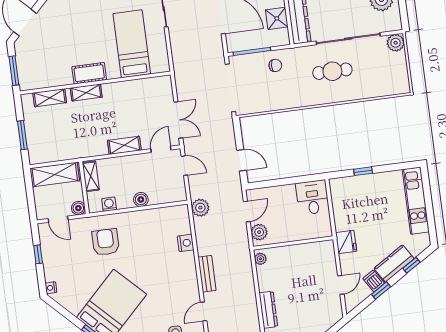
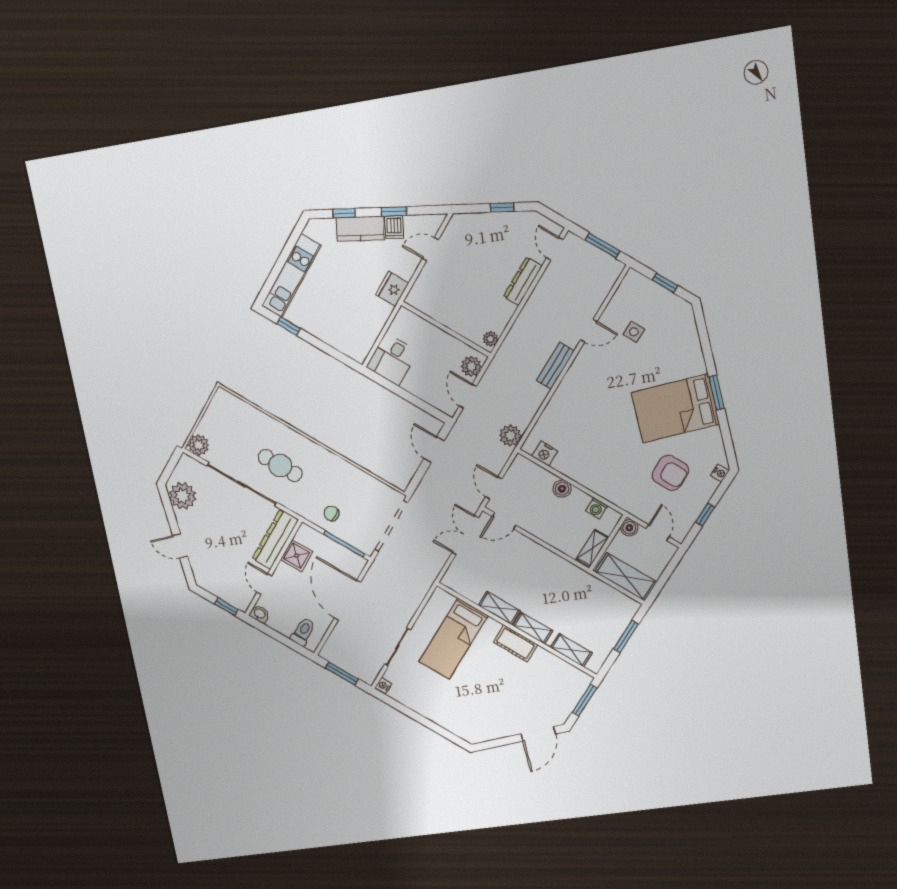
shelving: (124, 145) -> (499, 608), moved
window: (363, 171) -> (289, 326), moved
door: (247, 212) -> (468, 396), hinge flipped
armchair: (106, 242) -> (670, 473), moved, turned -90
nightstand: (186, 243) -> (545, 453), moved, turned -90

